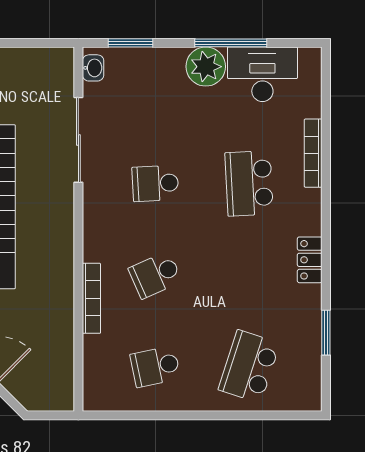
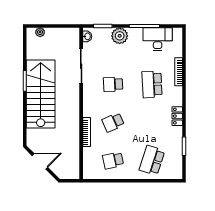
plant: (206, 67) -> (120, 36), moved

